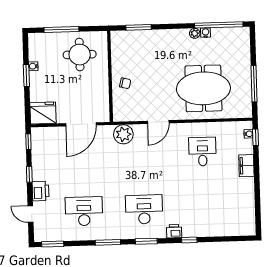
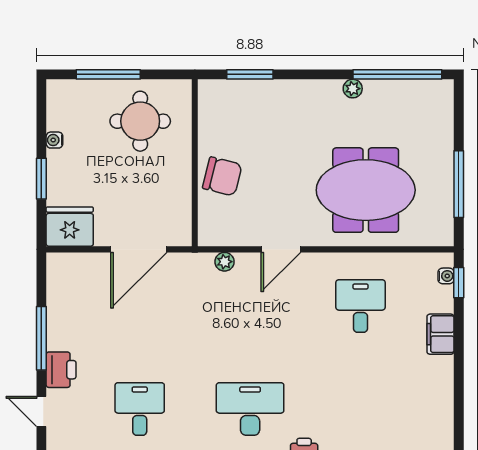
water cooler: (206, 33) -> (373, 88), removed
window: (26, 75) -> (41, 179), moved
chair: (125, 83) -> (222, 176), width x1.87, depth x1.87
plant: (123, 134) -> (225, 262), width x0.53, depth x0.53
window: (28, 142) -> (41, 278), removed
window: (29, 174) -> (41, 338), width x2.17
desk: (84, 211) -> (140, 409), width x0.73

